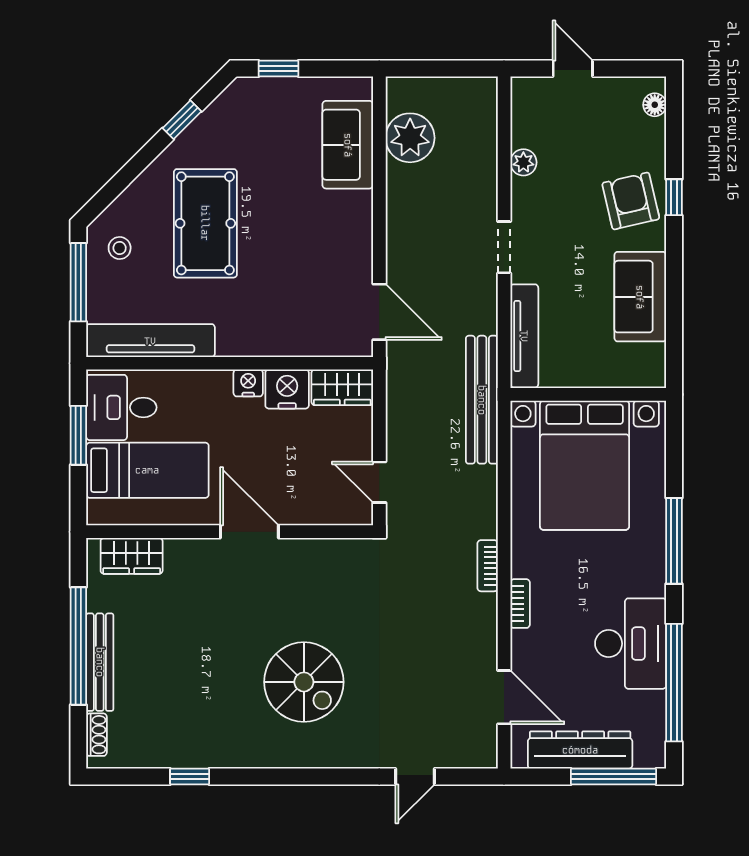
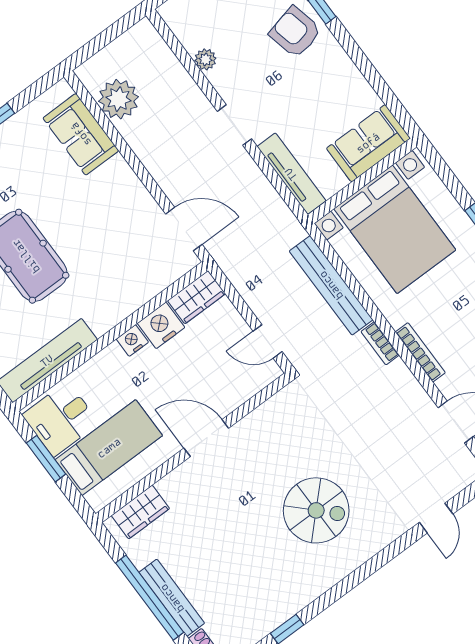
sofa: (640, 297) -> (368, 143), moved, turned 90
bench: (482, 400) -> (331, 285), moved
bookcase: (520, 604) -> (420, 352), width x1.56

